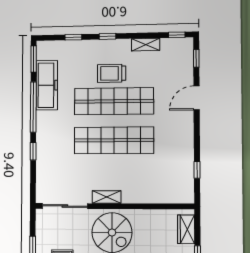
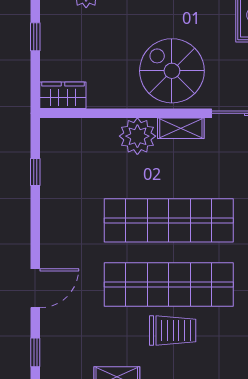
plant: (133, 192) -> (137, 136), added
wardrobe: (186, 229) -> (63, 95), moved, turned -90

